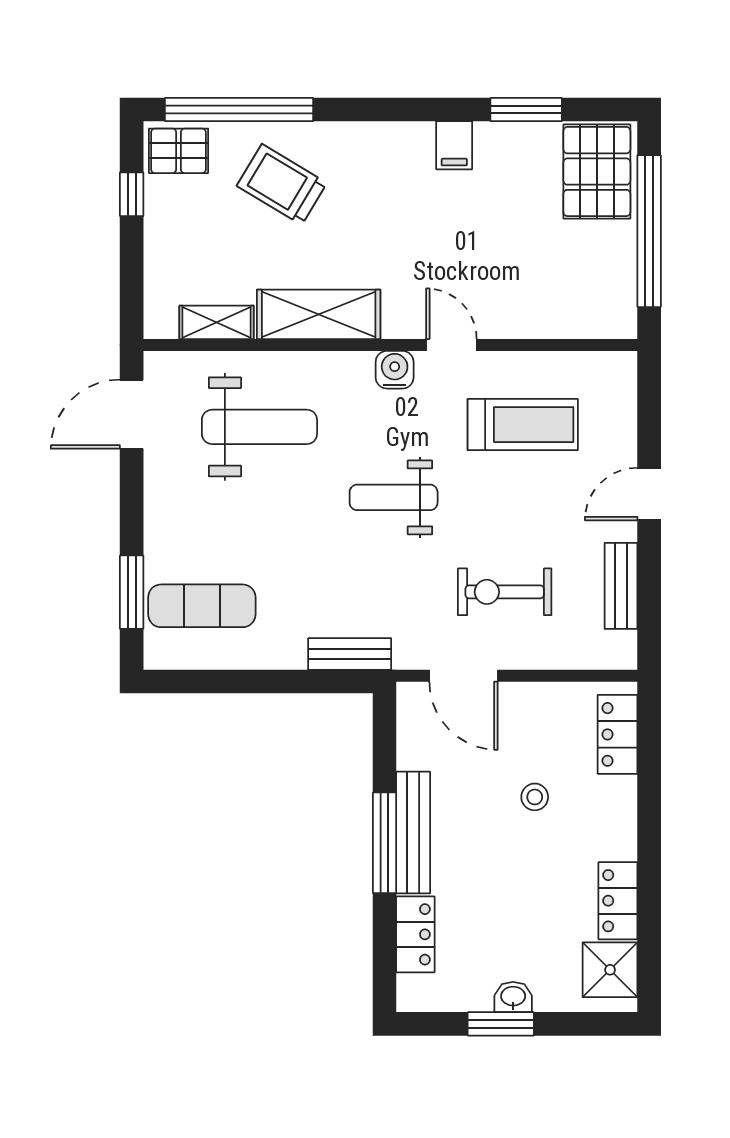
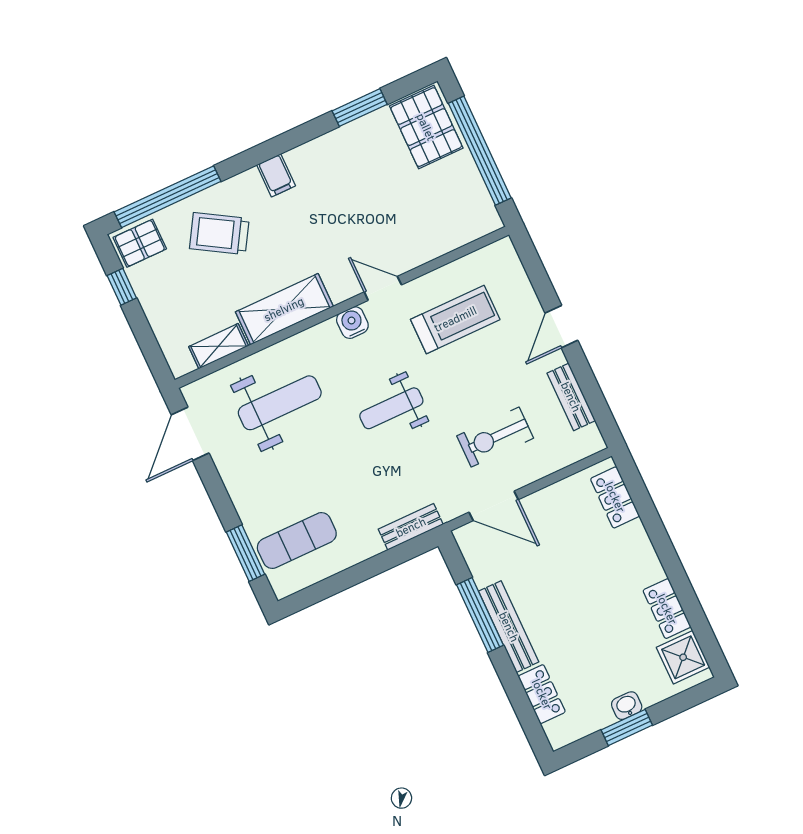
filing cabinet: (454, 145) -> (276, 175), moved
stool: (535, 797) -> (579, 565), removed
window: (385, 843) -> (480, 615), moved

